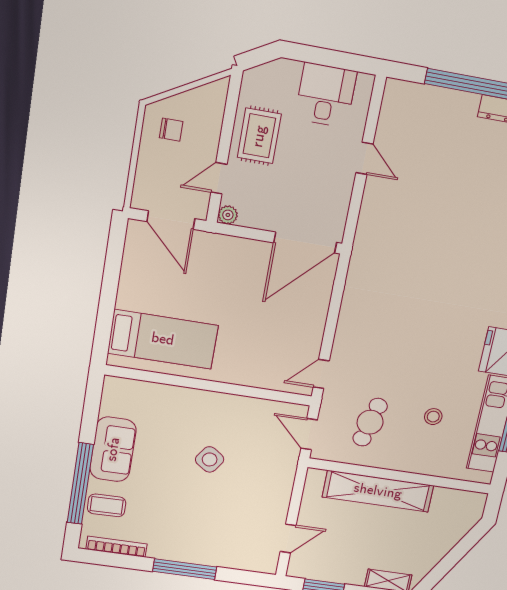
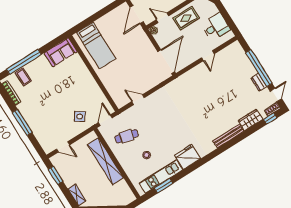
door: (305, 243) -> (166, 62), swing flipped
door: (321, 374) -> (138, 100), moved
sofa: (113, 449) -> (61, 52), moved
side table: (210, 459) -> (80, 116), moved

